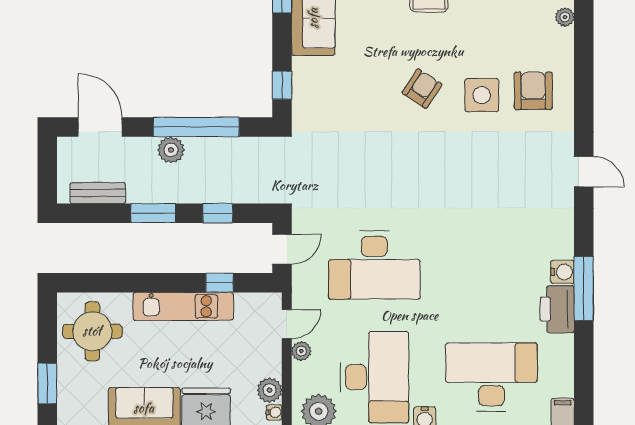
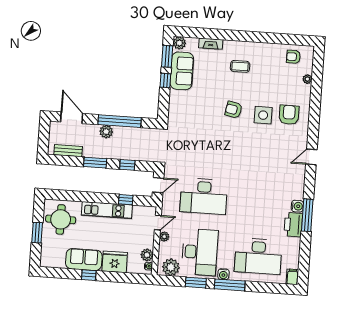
window: (282, 85) -> (165, 80), moved
armchair: (422, 89) -> (234, 110), turned -112
door: (584, 172) -> (311, 157), swing flipped
desk: (491, 377) -> (258, 256), turned 180
window: (47, 383) -> (37, 233), moved

